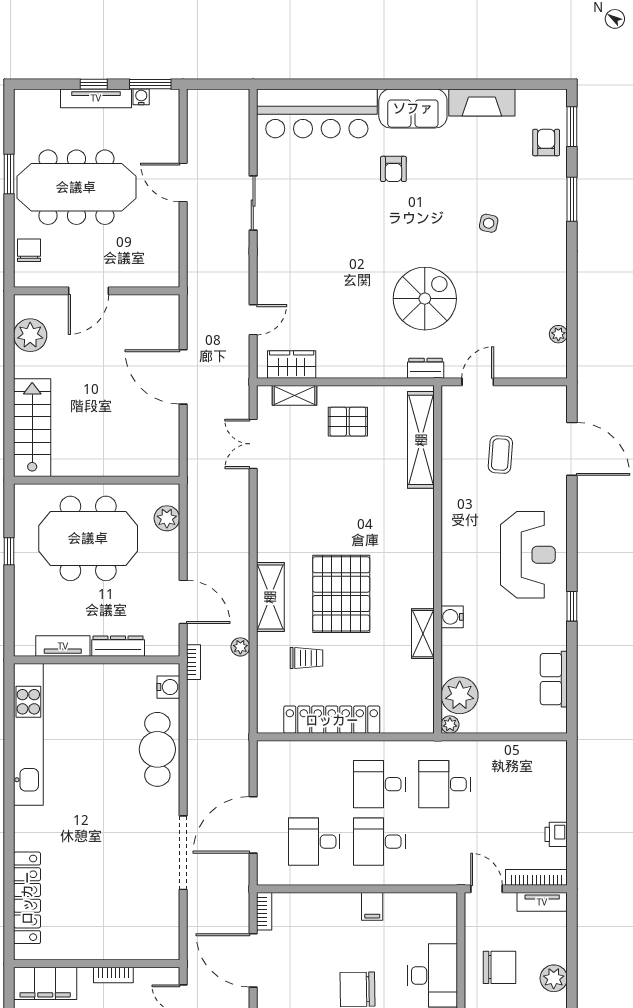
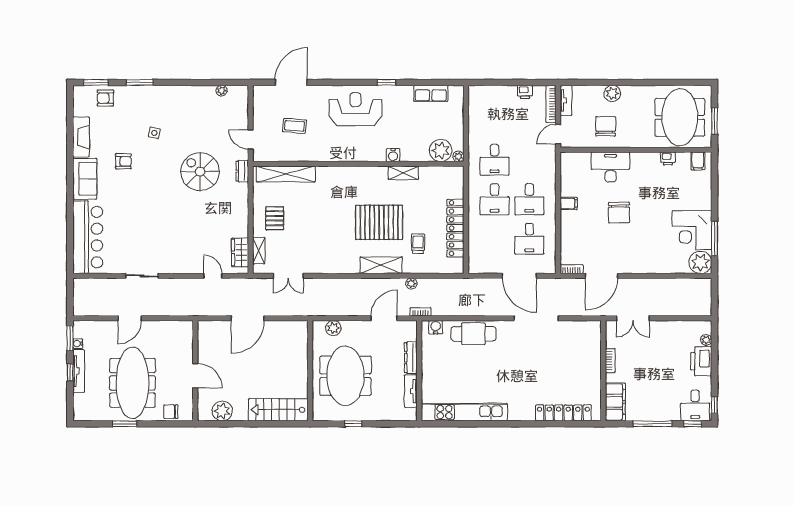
armchair: (393, 169) -> (123, 161), moved

